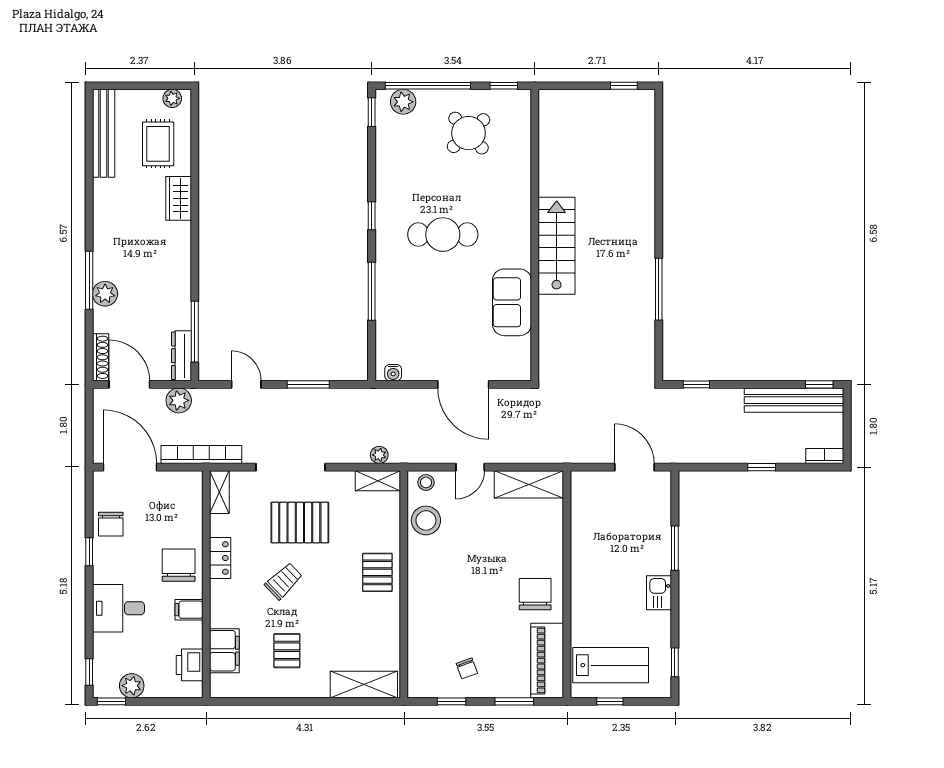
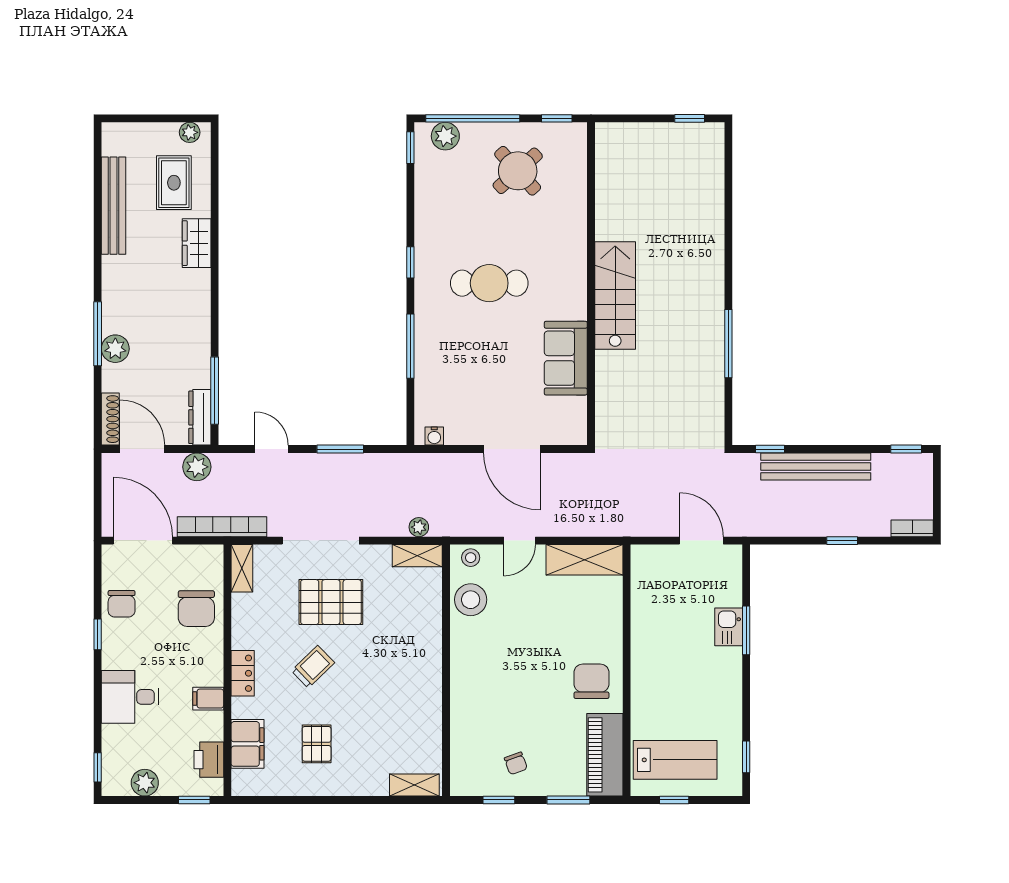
bench: (104, 133) -> (114, 206), moved
bench: (794, 400) -> (816, 467), moved
locker: (220, 558) -> (243, 673), moved
chair: (179, 565) -> (196, 609), moved, turned 180
pallet: (377, 572) -> (417, 657), removed
kitchen sink: (659, 593) -> (729, 627), moved
shelving: (364, 684) -> (414, 785), width x0.67, depth x0.75
window: (111, 701) -> (194, 800), moved

